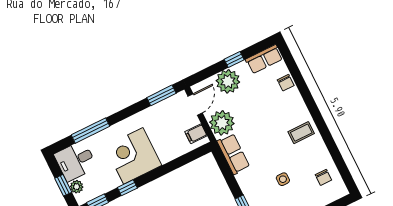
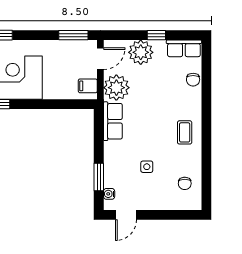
coffee table: (301, 133) -> (185, 132), turned 90

